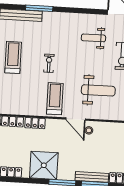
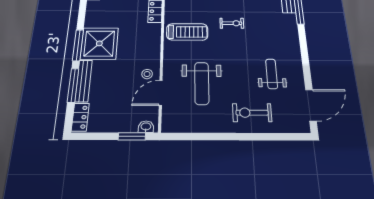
door: (76, 119) -> (161, 93), moved
shower: (44, 165) -> (99, 43), moved

